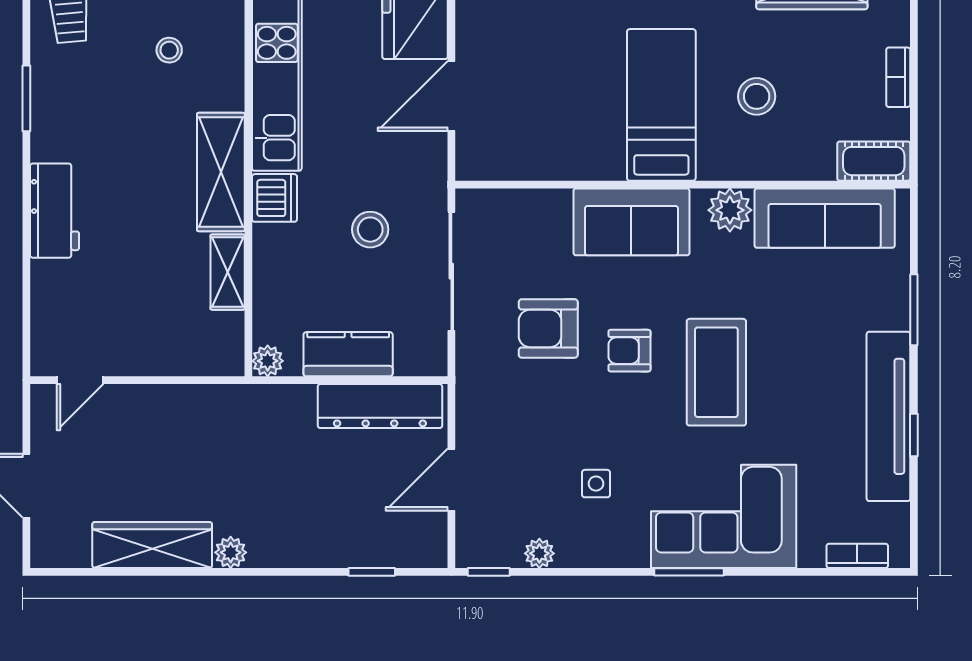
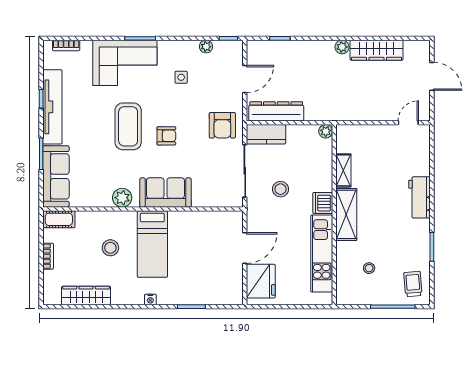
sofa: (825, 218) -> (56, 176), moved, turned 90
armchair: (548, 328) -> (222, 125), moved, turned 90
kitchen counter: (348, 354) -> (266, 134), moved

